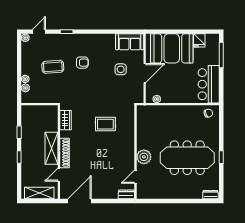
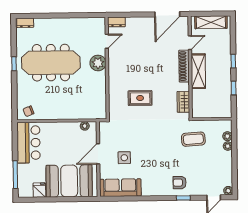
sofa: (130, 42) -> (120, 188), width x1.36
armchair: (82, 63) -> (180, 183), moved
coffee table: (53, 67) -> (193, 139), moved

